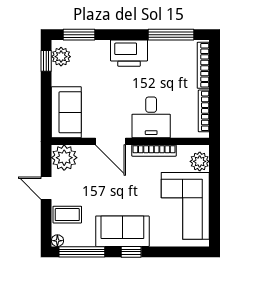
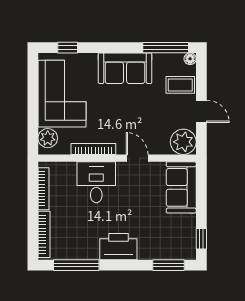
plant: (61, 57) -> (187, 243), removed
door: (110, 141) -> (137, 158), width x0.73
window: (131, 252) -> (68, 48), moved

